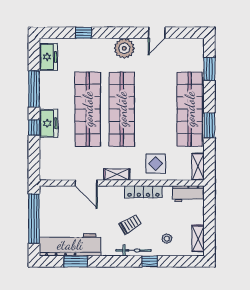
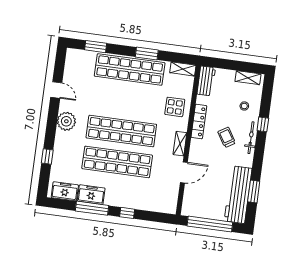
freezer: (49, 123) -> (91, 195), moved

